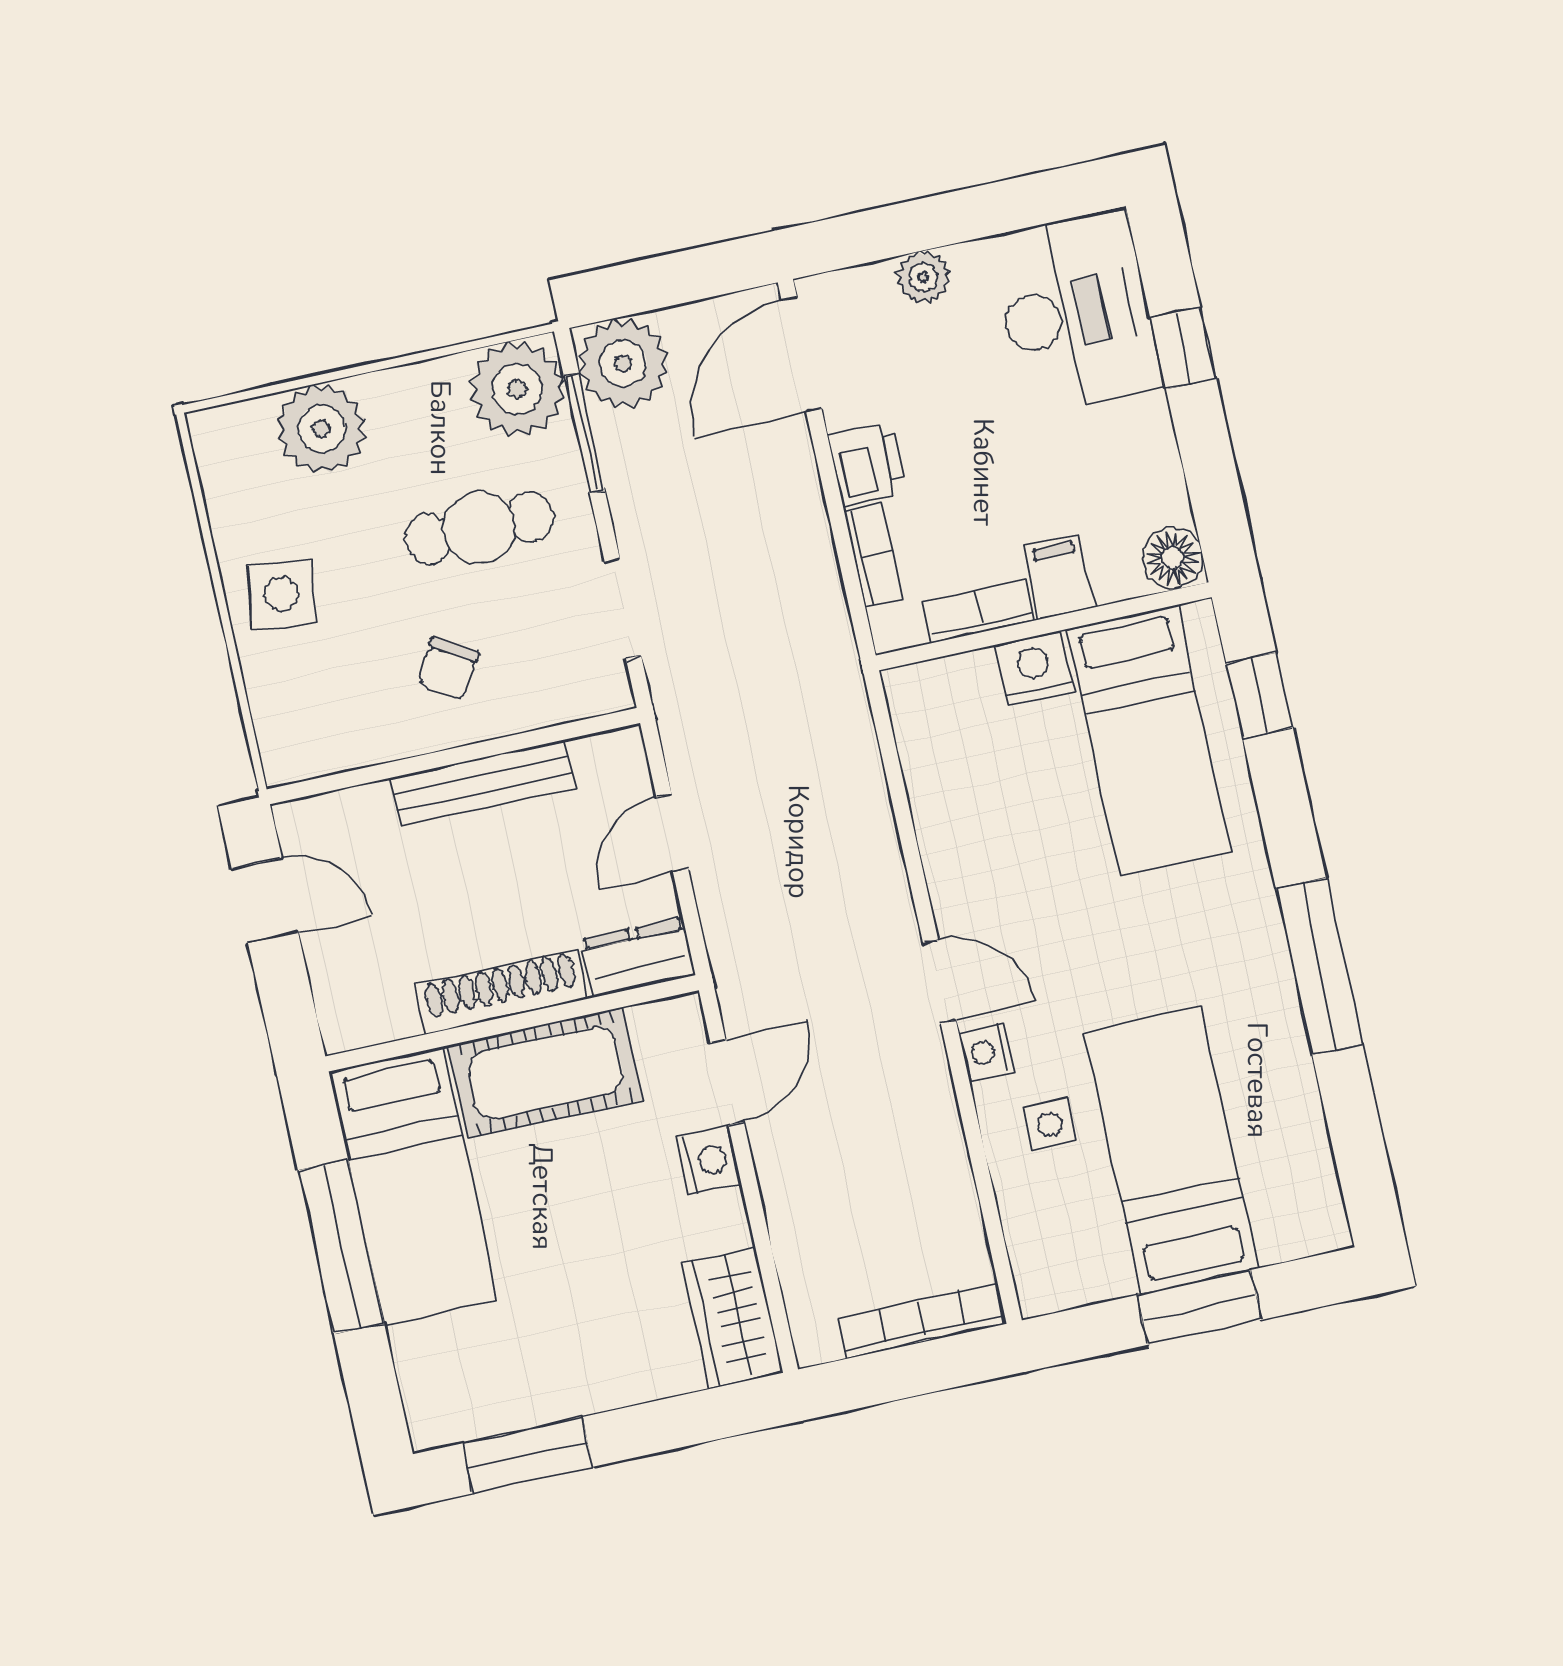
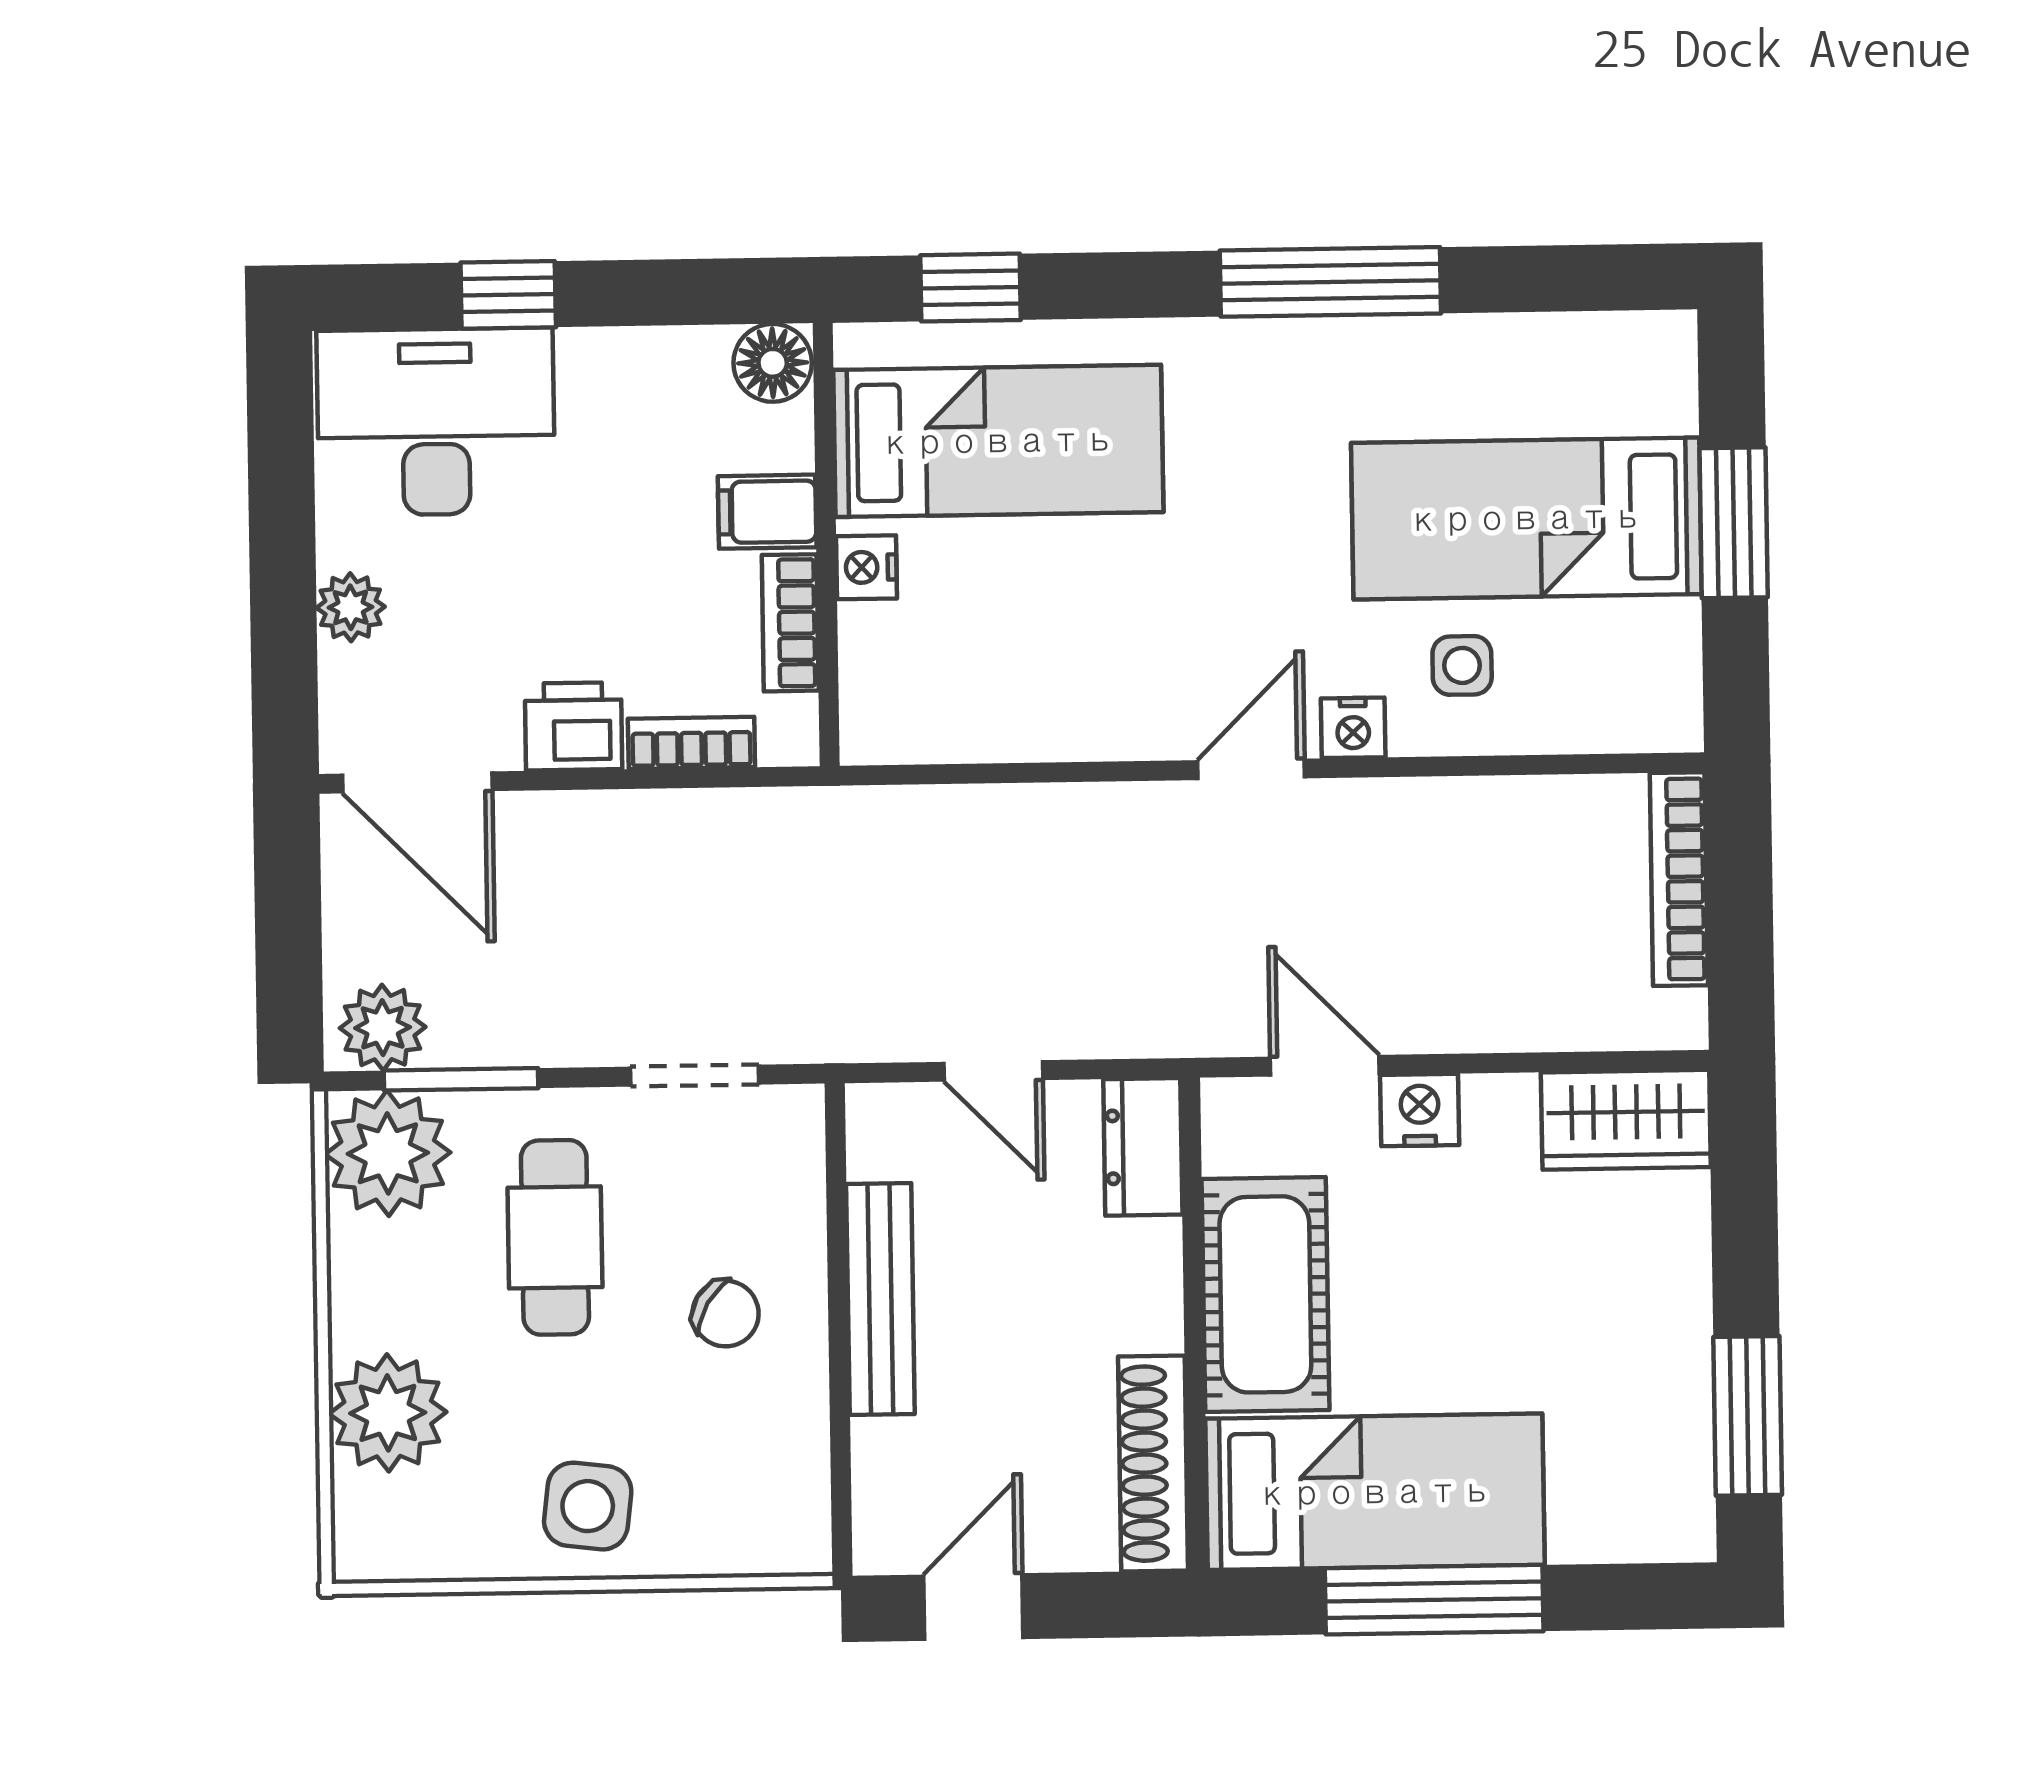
plant: (623, 363) -> (383, 1028), width x0.73, depth x0.73
nightstand: (1034, 668) -> (866, 567), width x0.72, depth x0.74
shoe rack: (502, 992) -> (1153, 1463), moved

